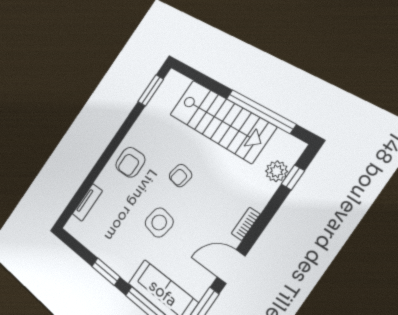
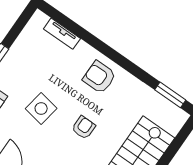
armchair: (180, 176) -> (84, 128), turned 78

